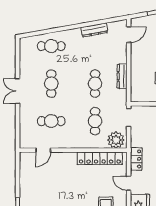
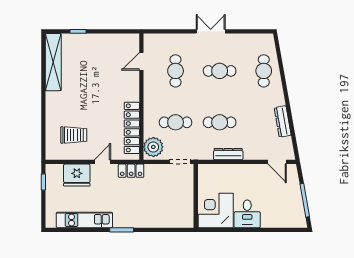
door: (43, 150) -> (141, 61), hinge flipped

